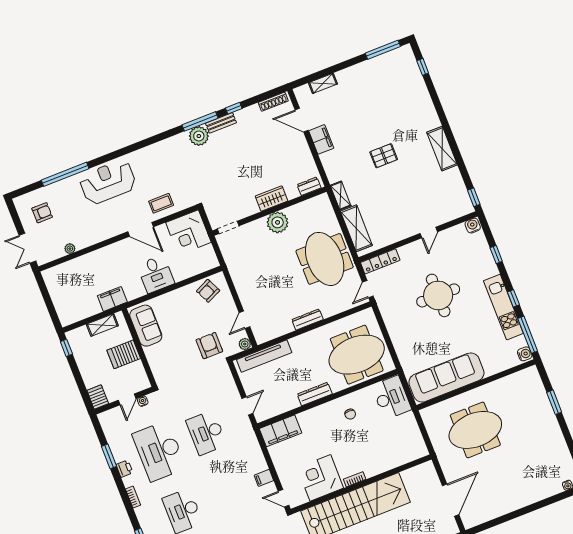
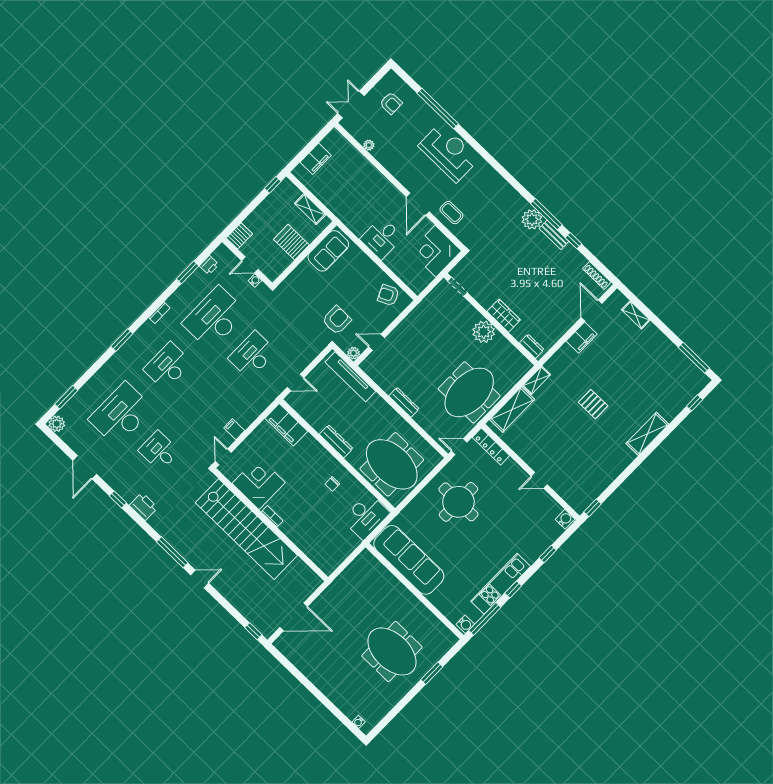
shelving: (442, 149) -> (647, 434), moved
round table: (438, 295) -> (458, 502), moved
filing cabinet: (112, 299) -> (316, 159), moved, turned 90
meeting table: (475, 430) -> (392, 651), moved
printer: (124, 469) -> (209, 265), moved

